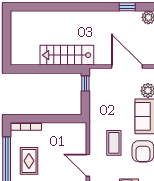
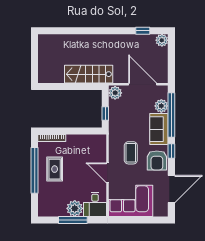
plant: (96, 76) -> (115, 93), added
window: (85, 84) -> (105, 113), moved

